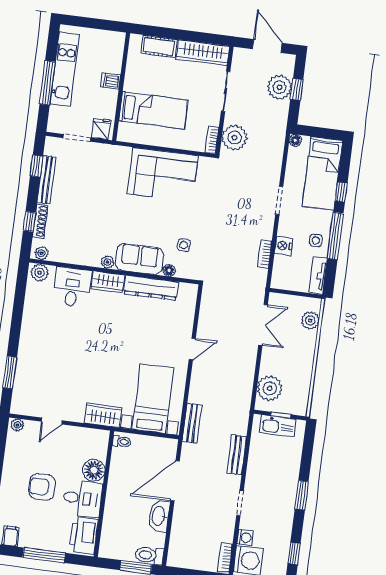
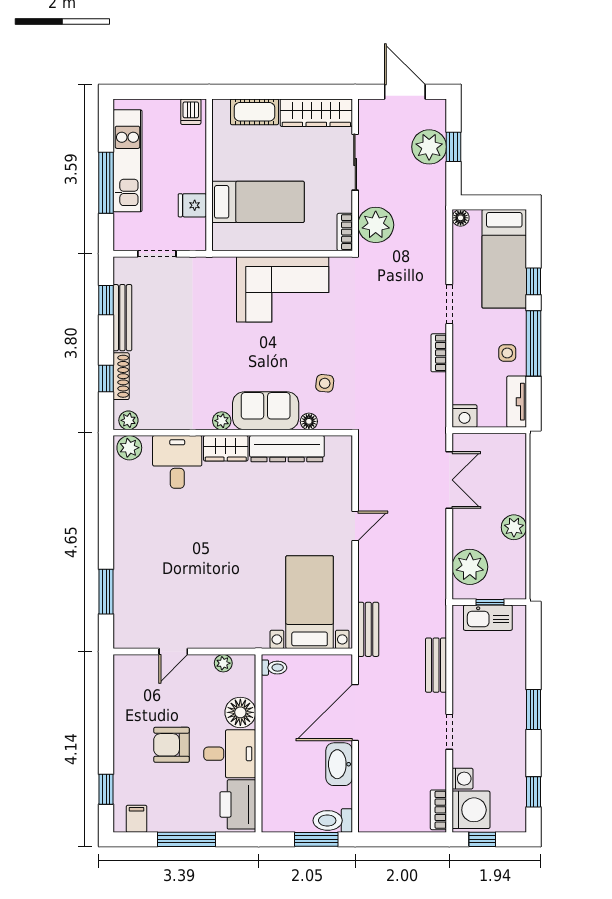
dishwasher: (111, 81) -> (191, 112), moved, turned -90
fridge: (101, 129) -> (192, 205), moved, turned -90
nightstand: (284, 246) -> (464, 416), moved, turned -90
bookcase: (265, 254) -> (439, 353), moved
plant: (310, 321) -> (514, 527), moved
wardrobe: (103, 415) -> (244, 634), removed
plant: (17, 425) -> (223, 663), moved

